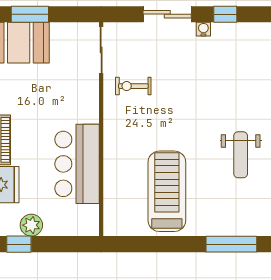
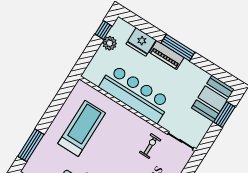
bar counter: (77, 164) -> (135, 94), width x1.36
treadmill: (167, 191) -> (82, 128), turned -90

